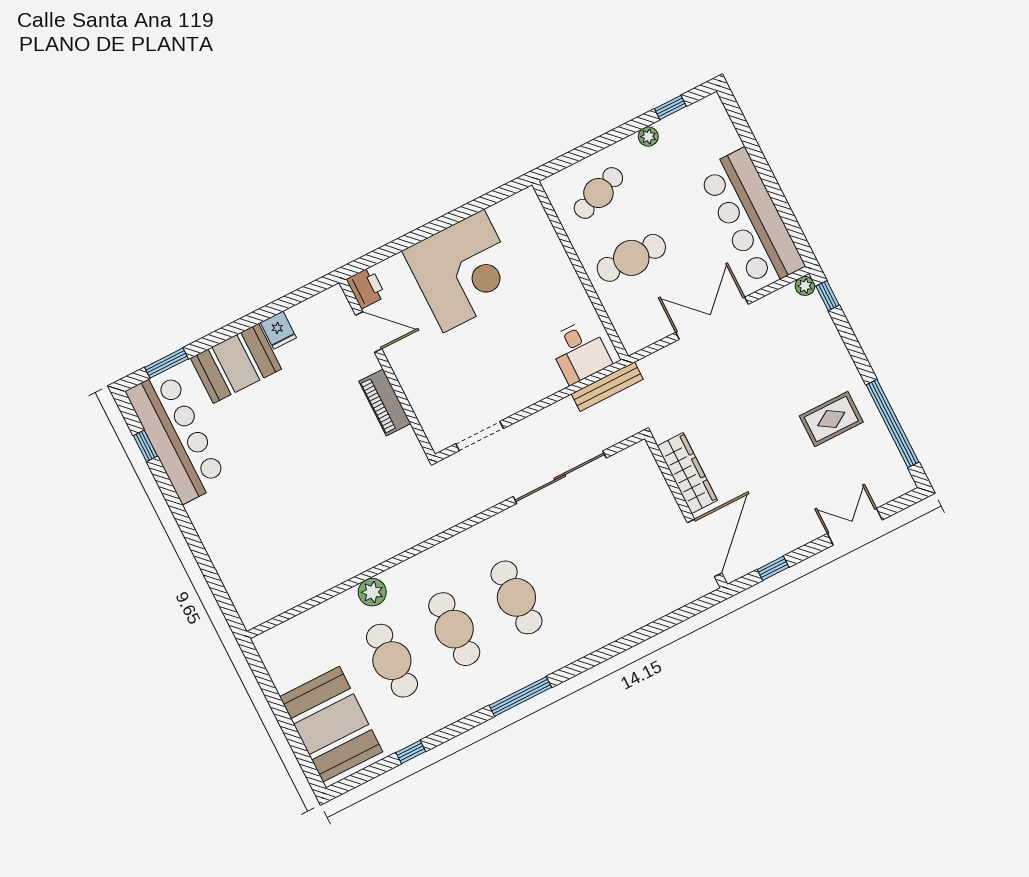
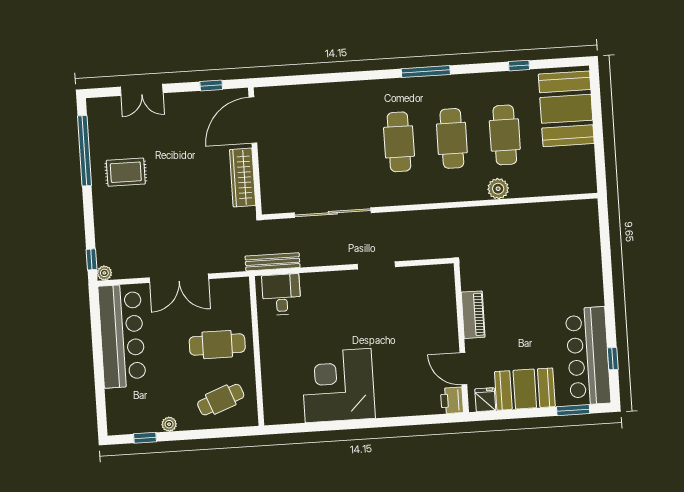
printer: (366, 288) -> (452, 400), moved
door: (369, 332) -> (463, 369), moved
wall: (387, 368) -> (461, 338), moved
piano: (385, 402) -> (473, 315), moved

